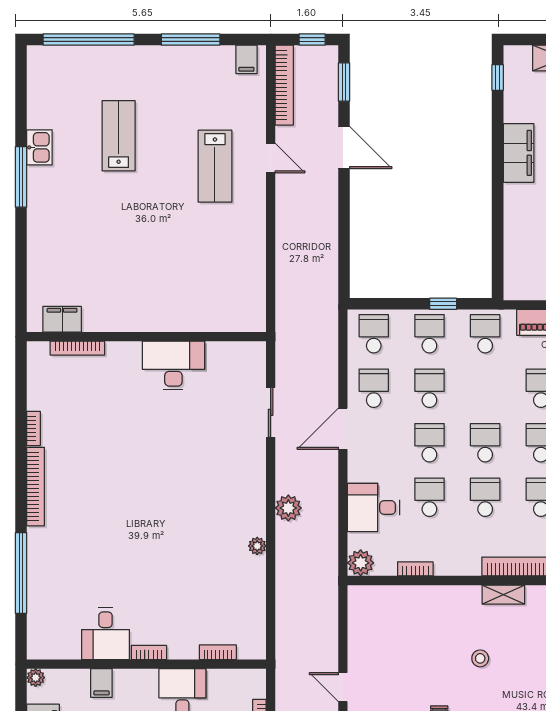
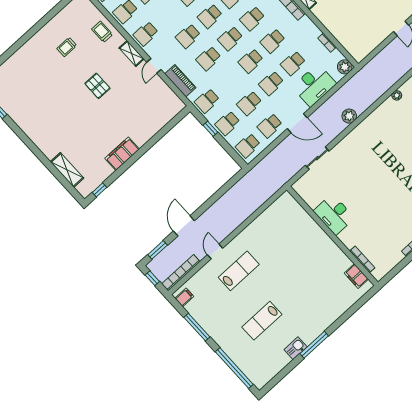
desk: (373, 508) -> (314, 85), width x1.37
plant: (257, 546) -> (397, 95), moved

